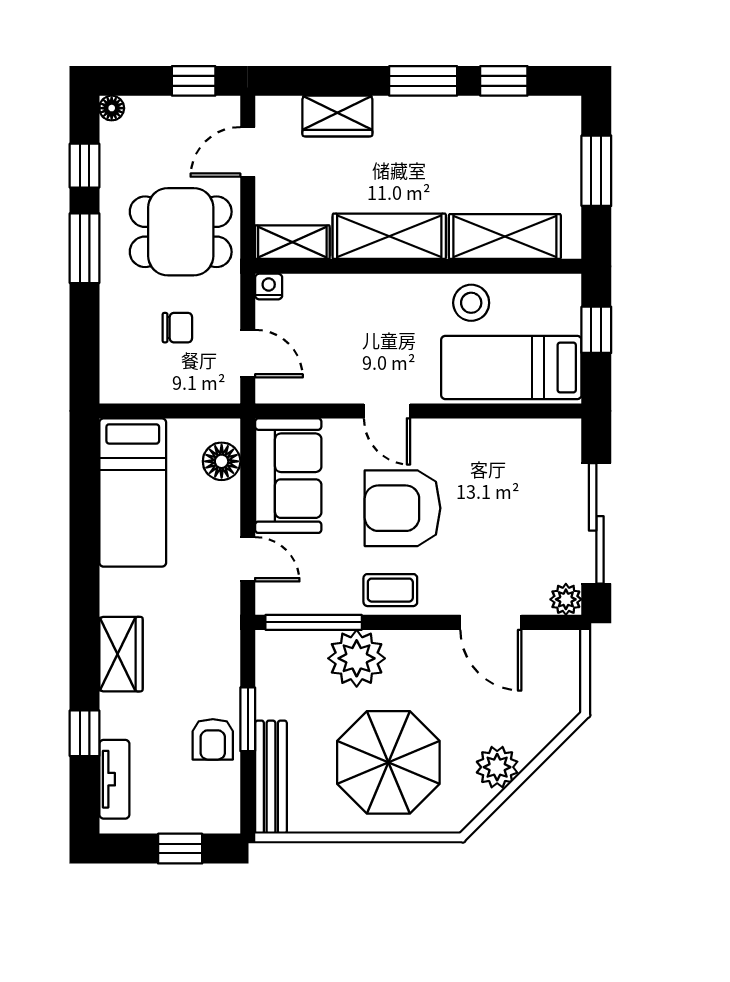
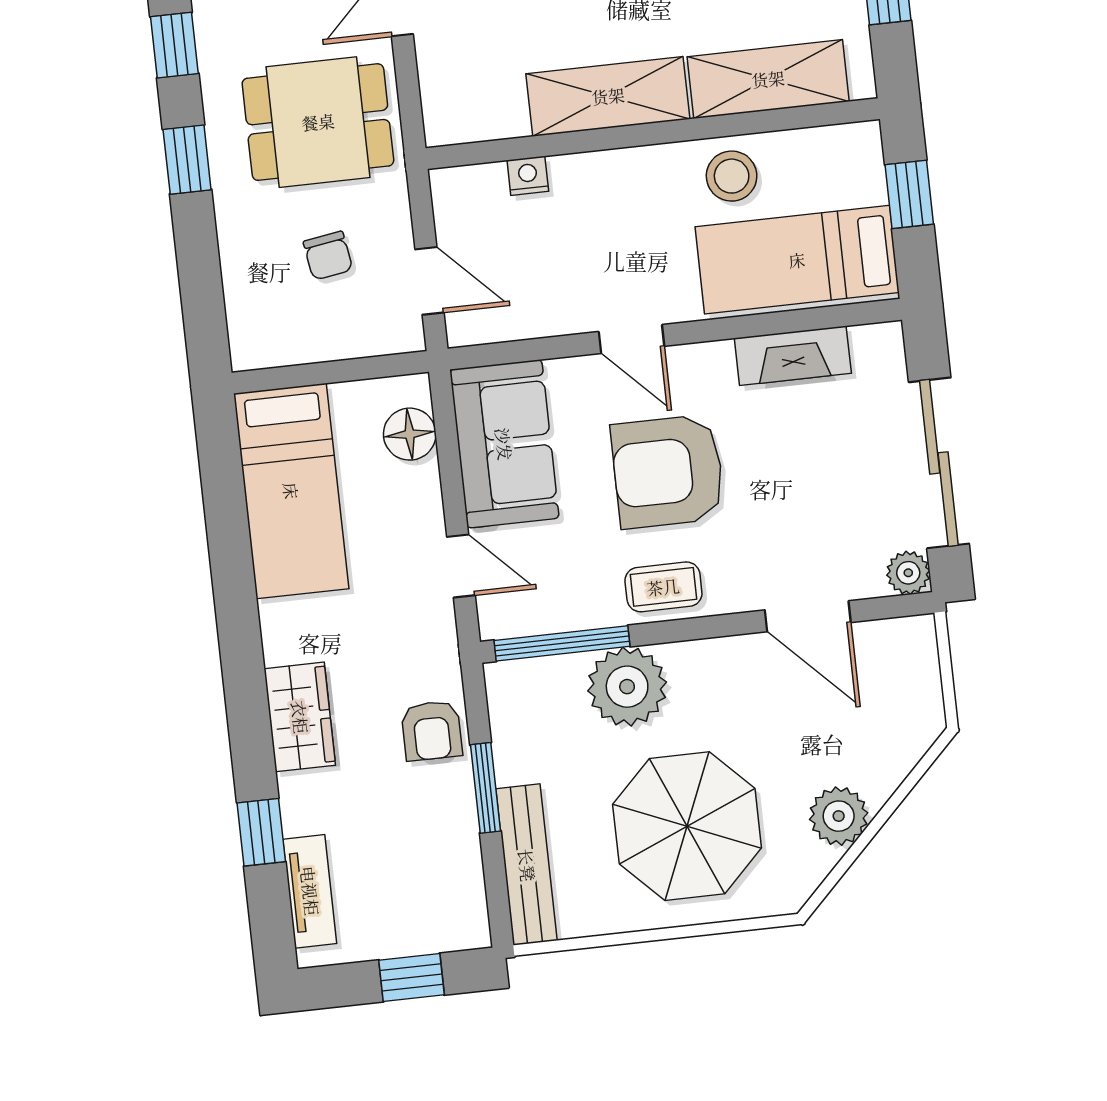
shelving: (292, 242) -> (474, 119), removed
window: (85, 248) -> (187, 160), width x0.67
nightstand: (269, 287) -> (528, 176), moved
chair: (177, 328) -> (328, 256), turned 81
fireplace: (501, 436) -> (793, 356), added
armchair: (213, 739) -> (432, 731), moved

